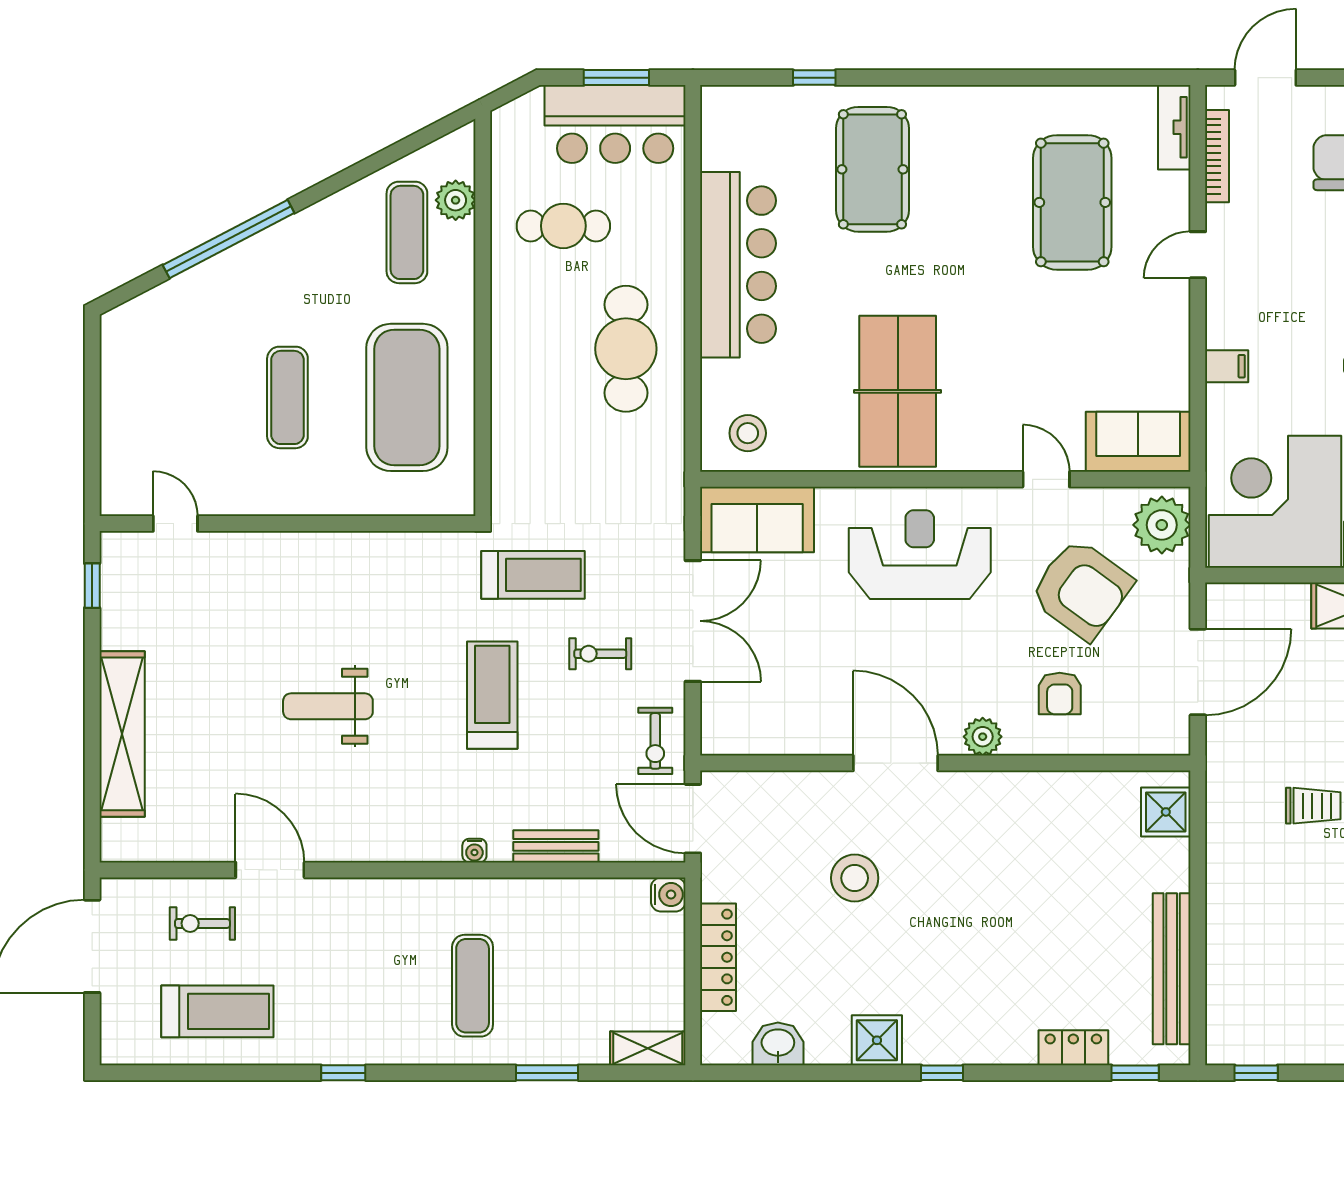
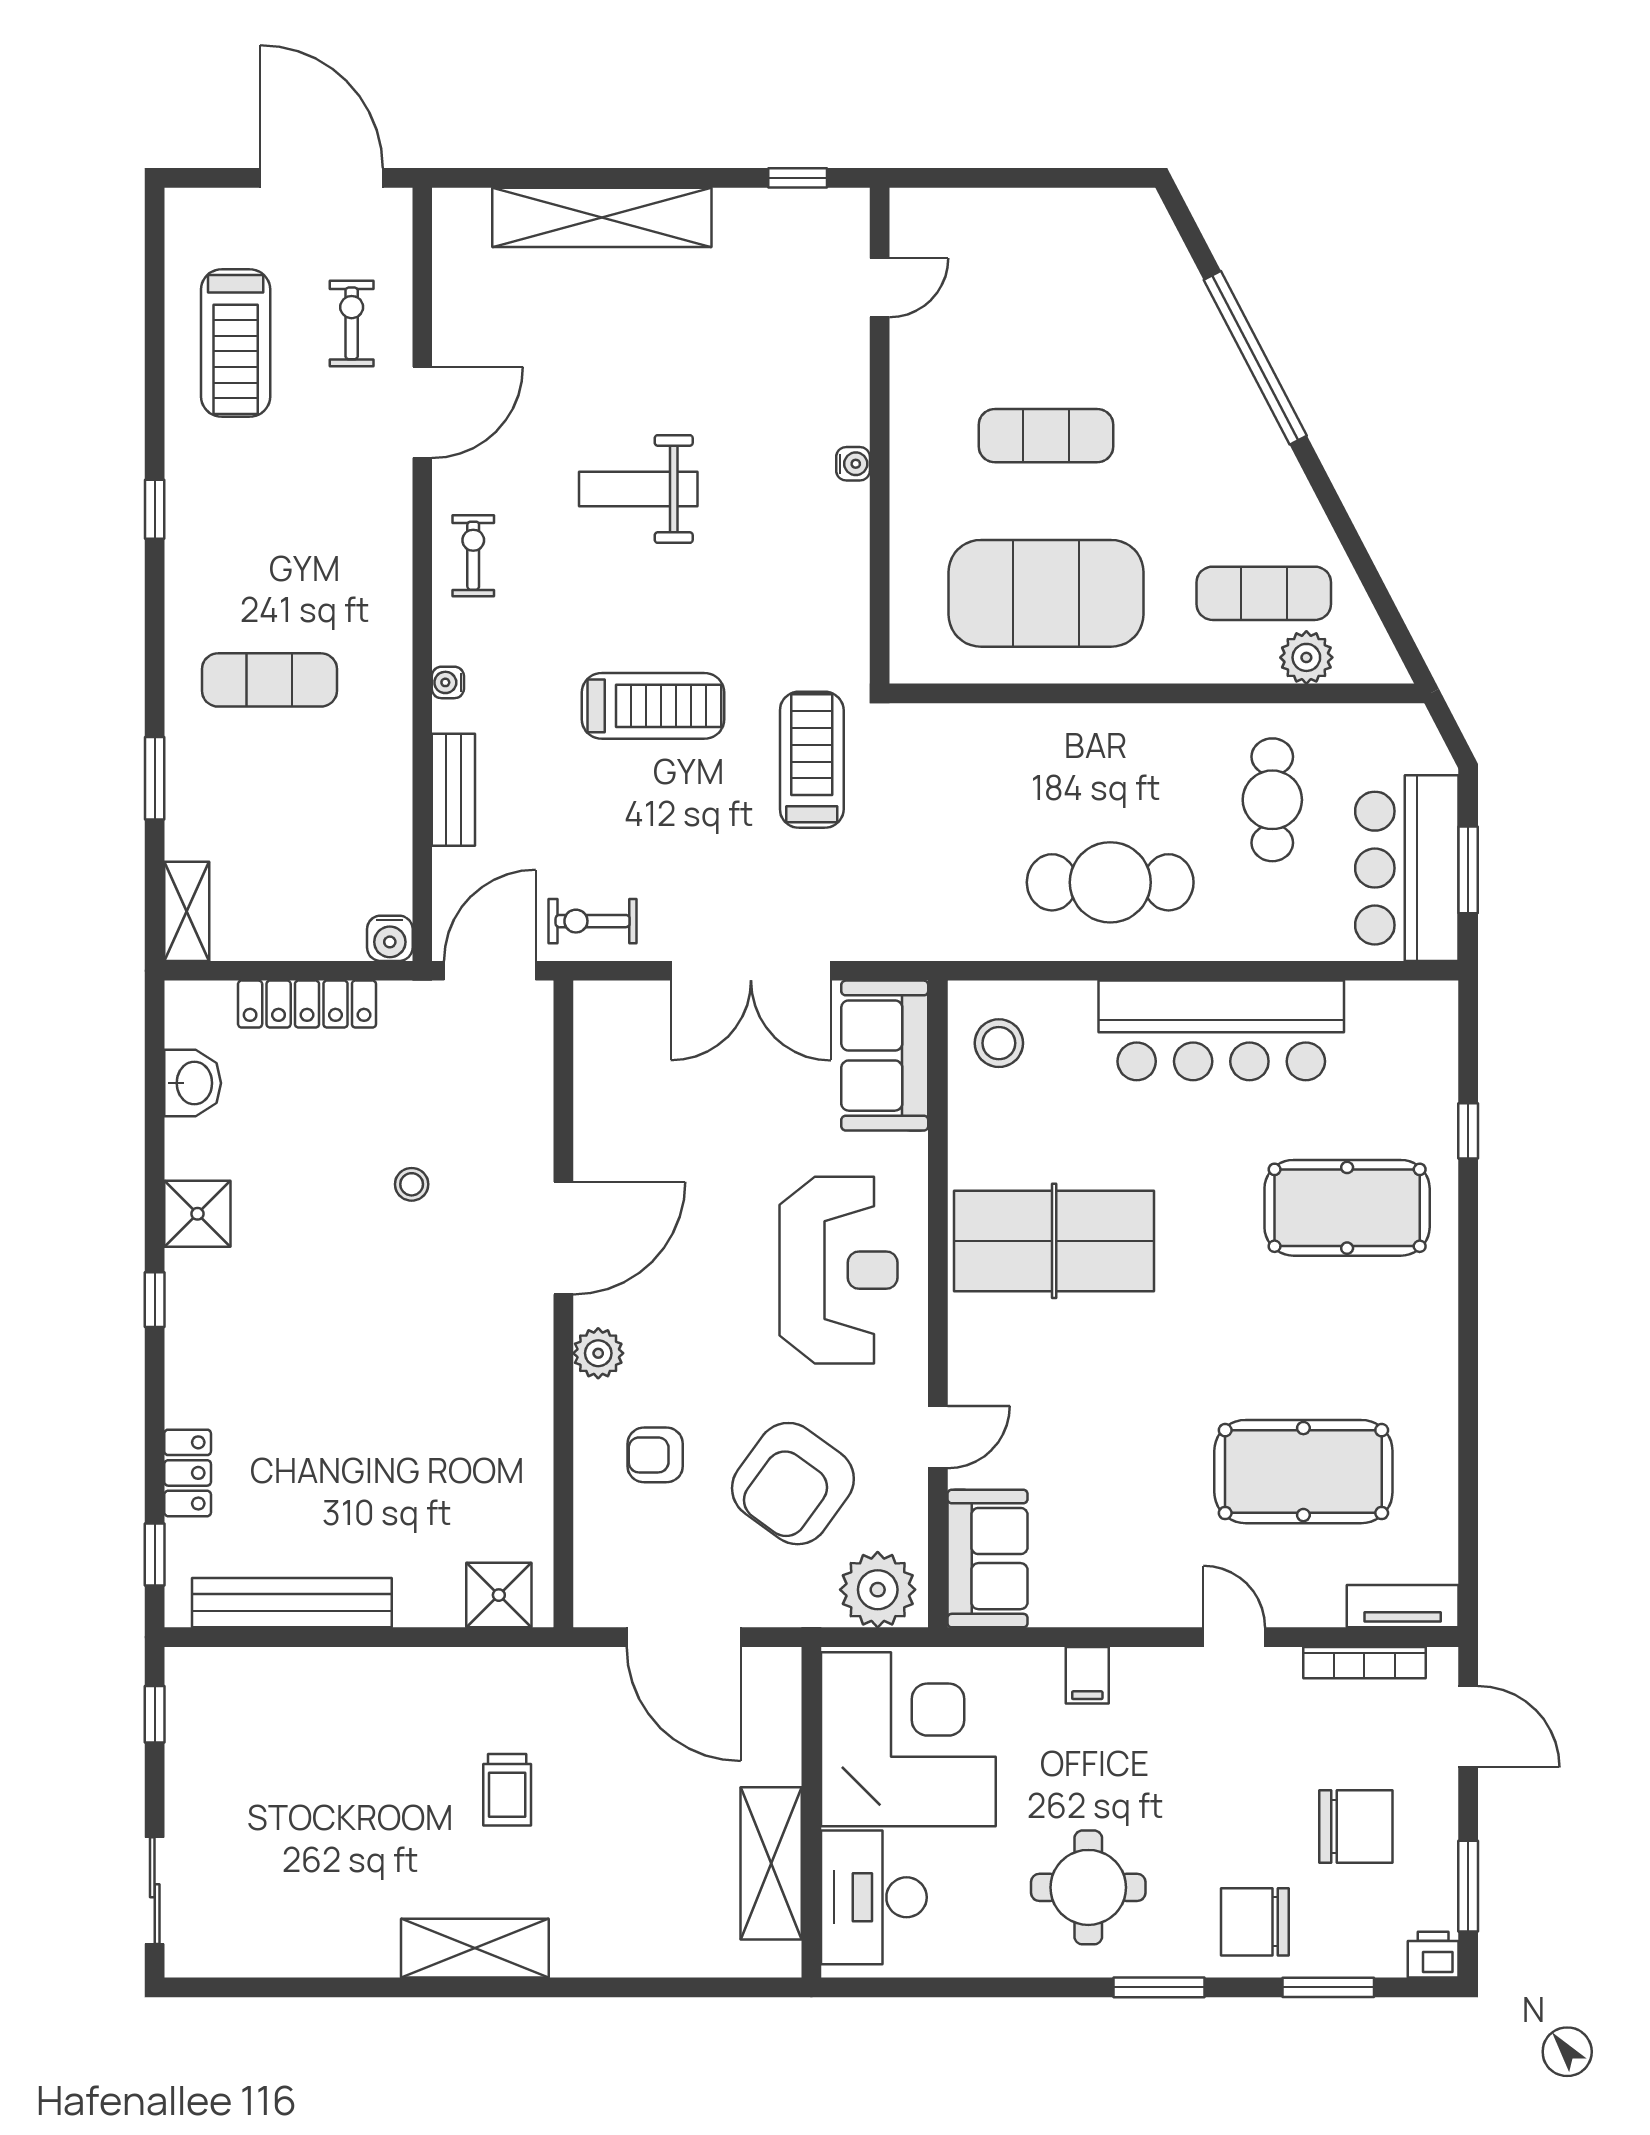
water cooler: (309, 544) -> (853, 464), added
treadmill: (533, 575) -> (812, 760), turned 180
exercise bike: (600, 654) -> (473, 556), moved
weight bench: (328, 706) -> (638, 489), turned -90
stool: (855, 878) -> (412, 1184), width x0.53, depth x0.53

